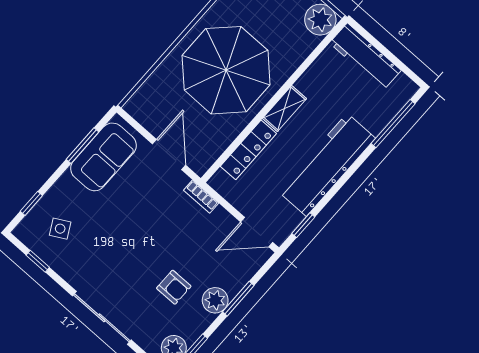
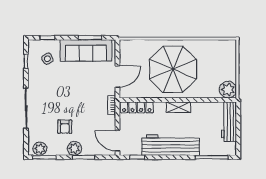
locker: (248, 150) -> (137, 107), moved
sofa: (103, 157) -> (86, 50), width x1.36

